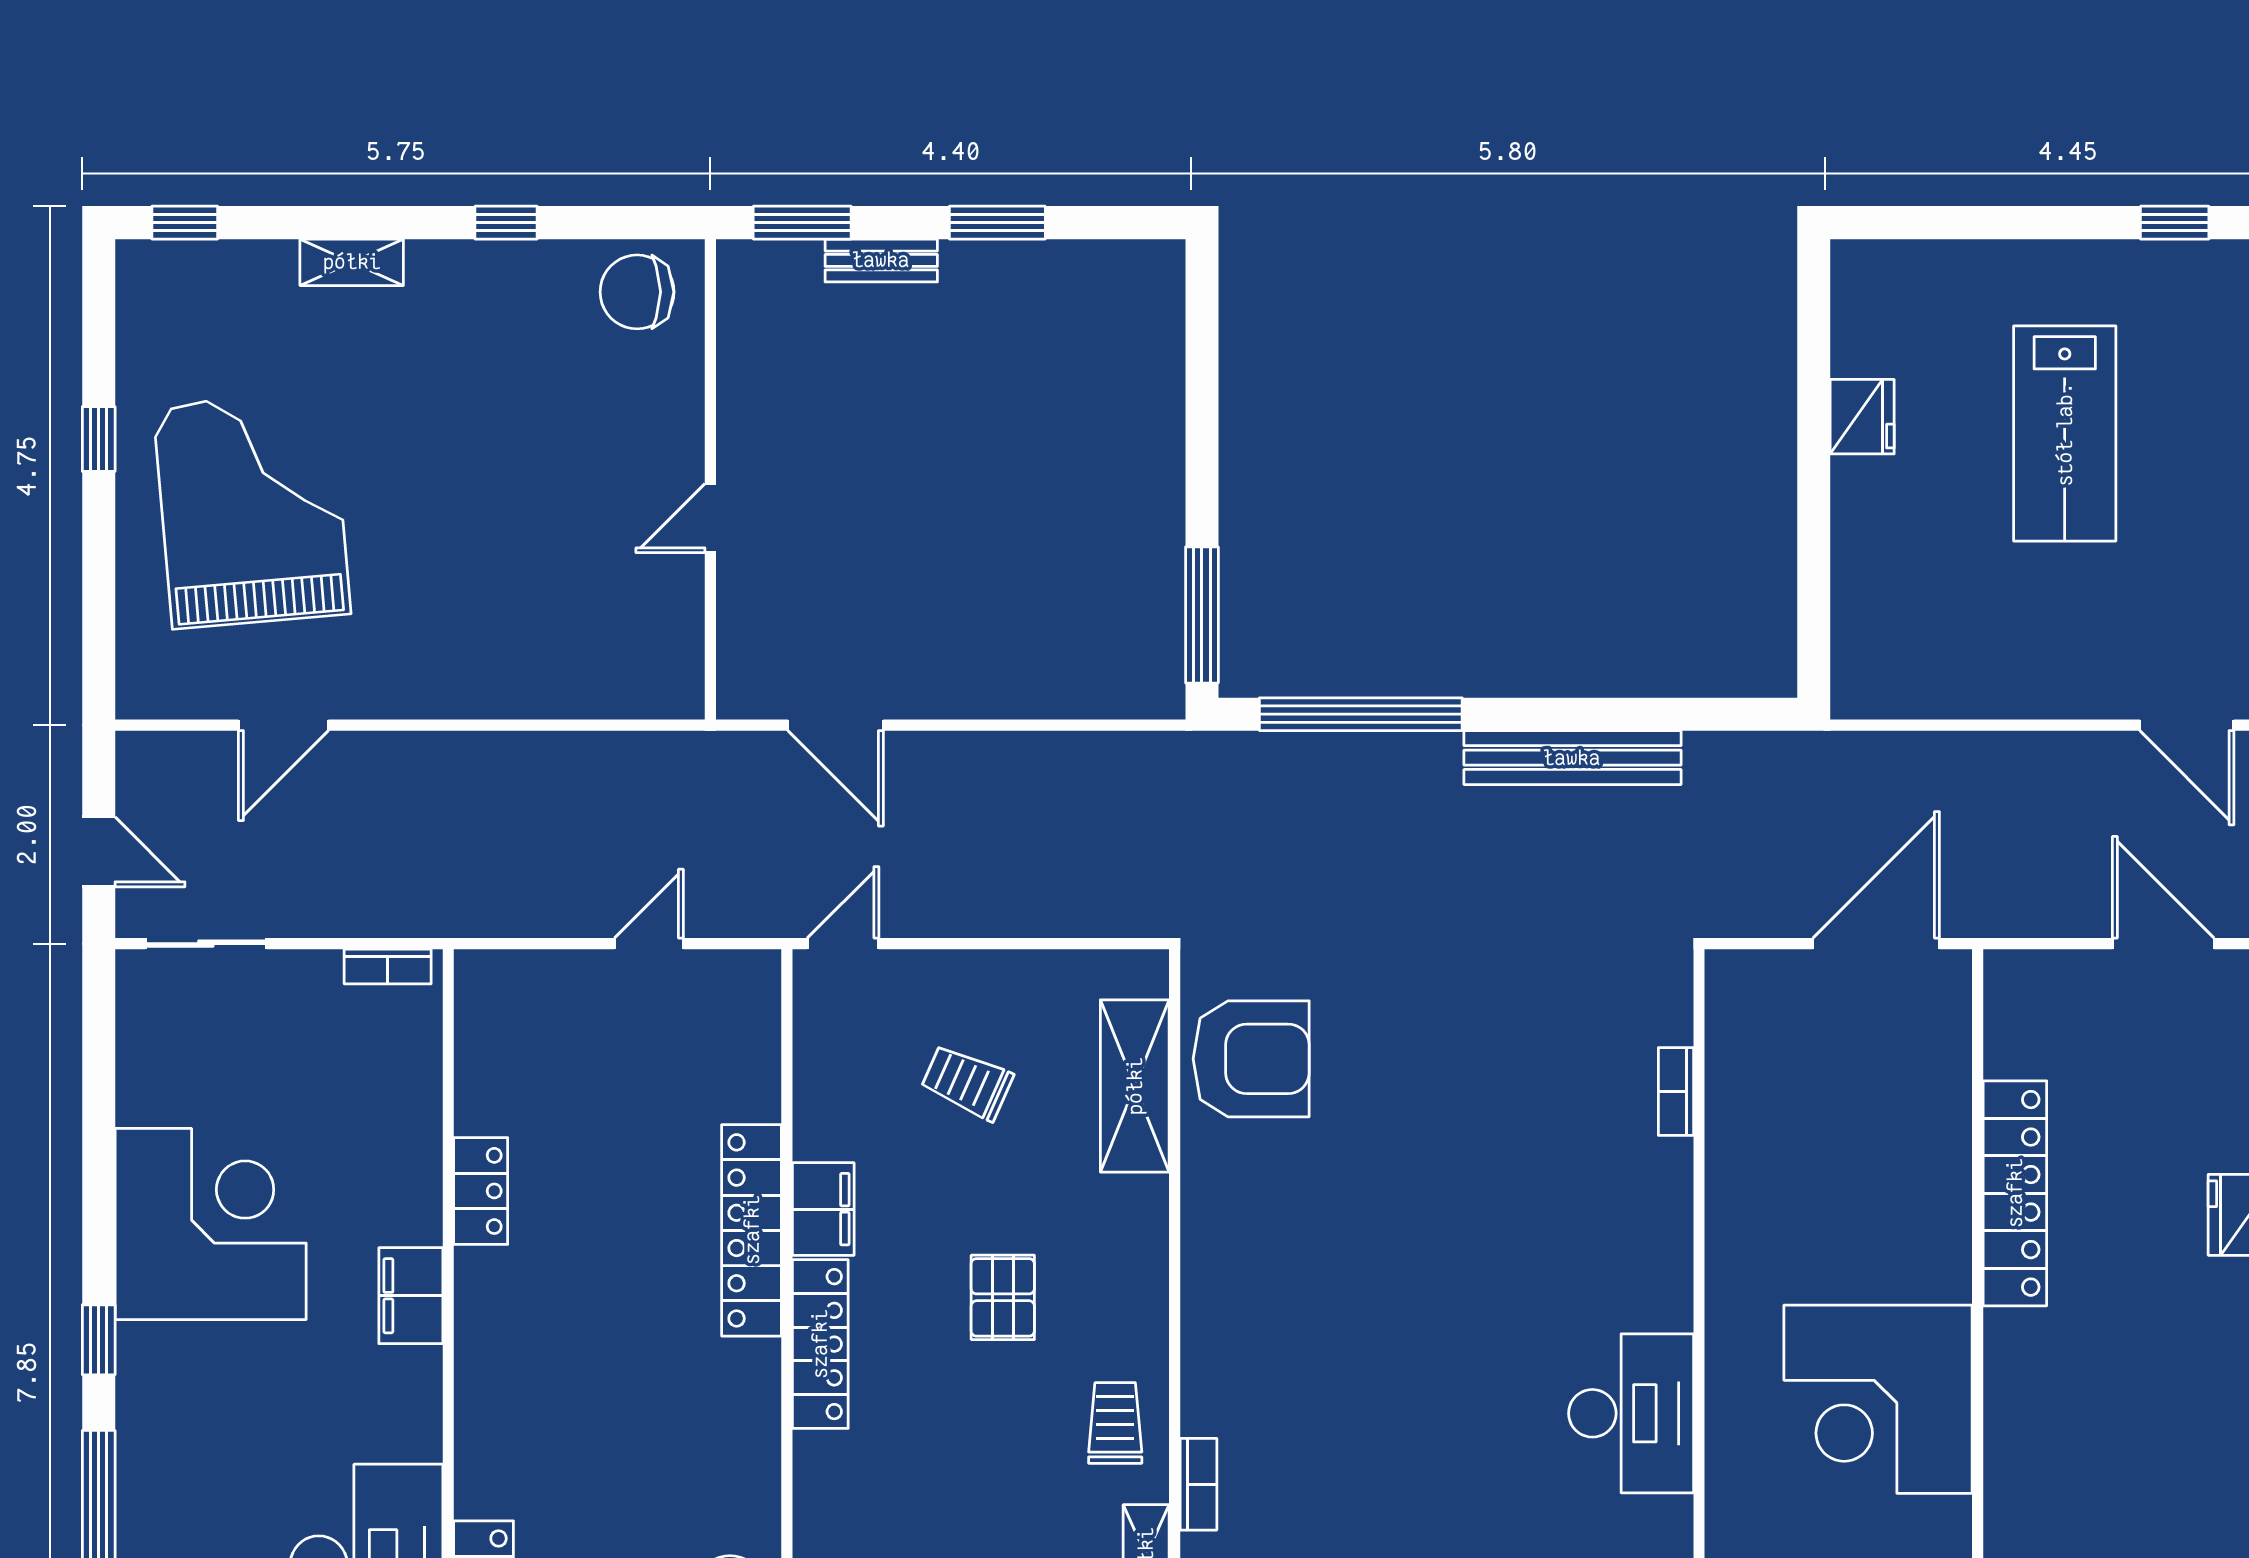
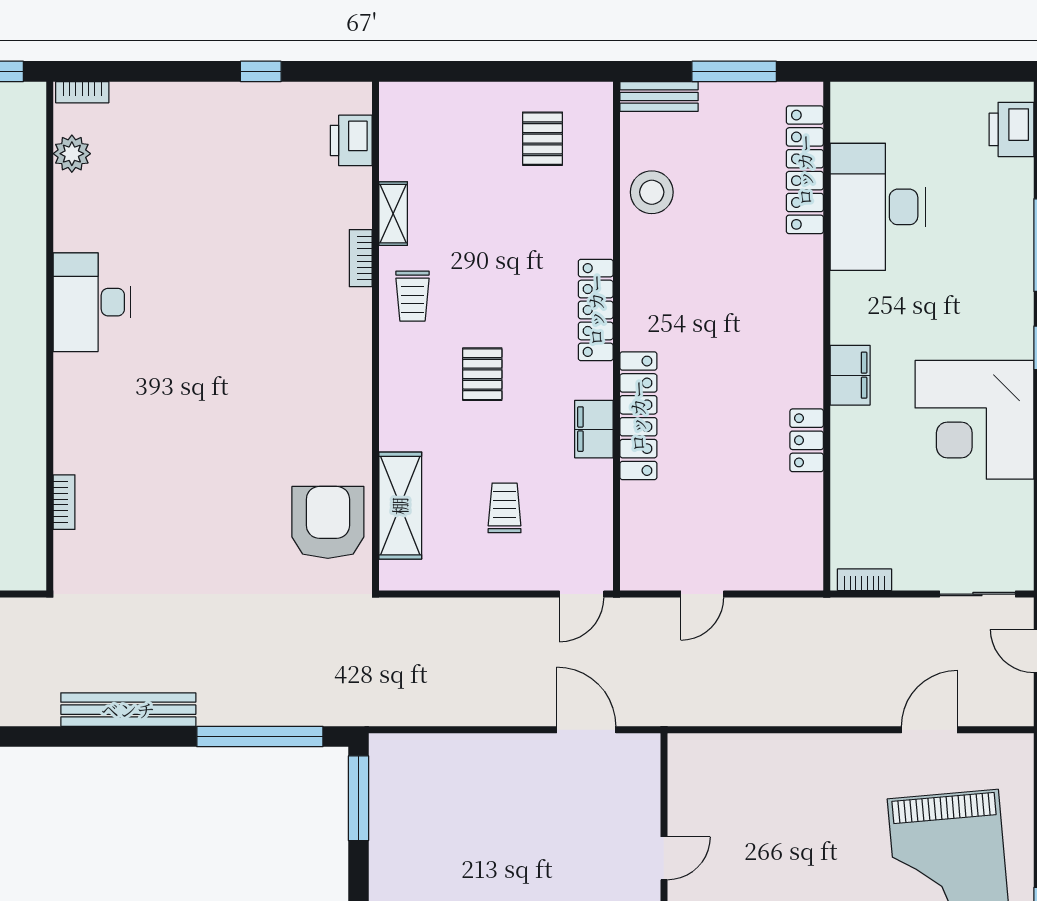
armchair: (1251, 1059) -> (328, 522), turned 90
trolley: (967, 1082) -> (505, 508), turned -114
locker: (820, 1344) -> (596, 310), moved

